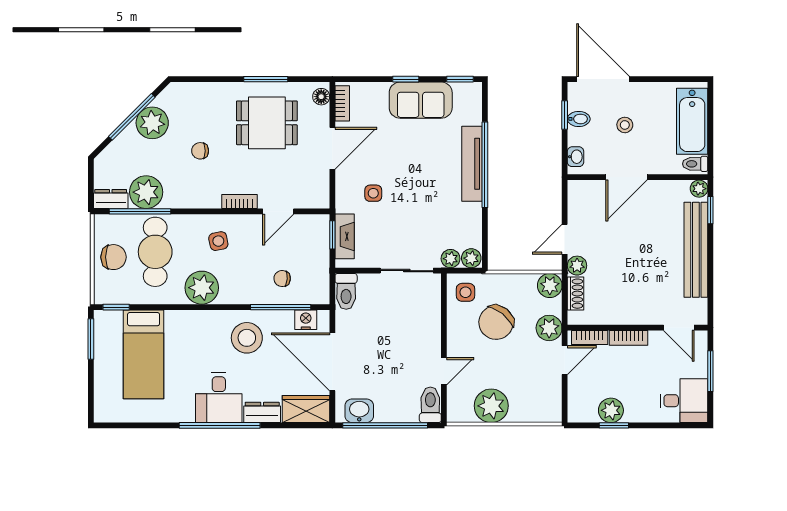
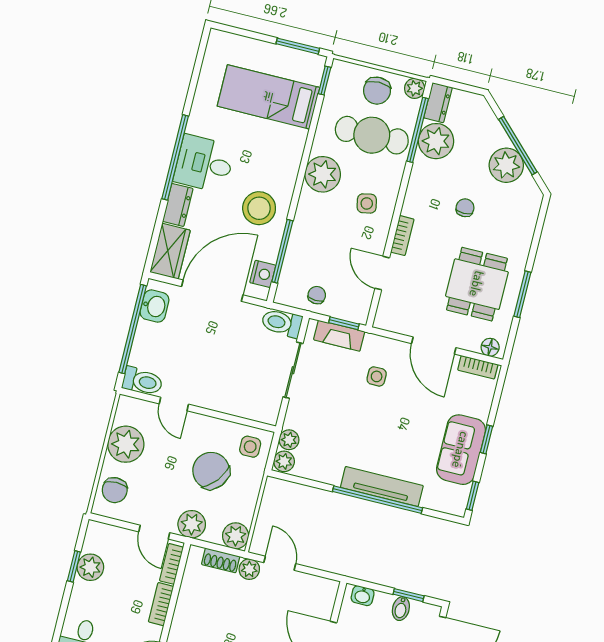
plant: (103, 223) -> (415, 88), added
sliding door: (407, 271) -> (293, 370), moved
chair: (282, 279) -> (317, 295), moved
chair: (535, 406) -> (115, 490), added

